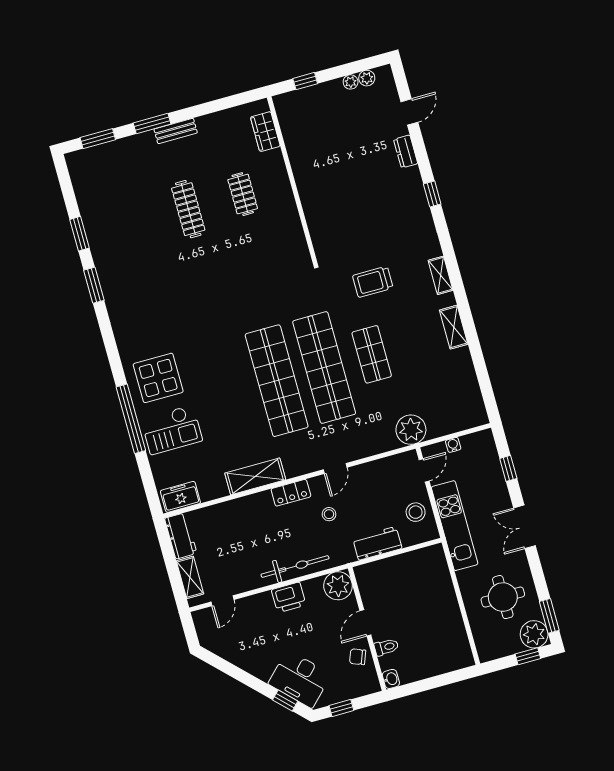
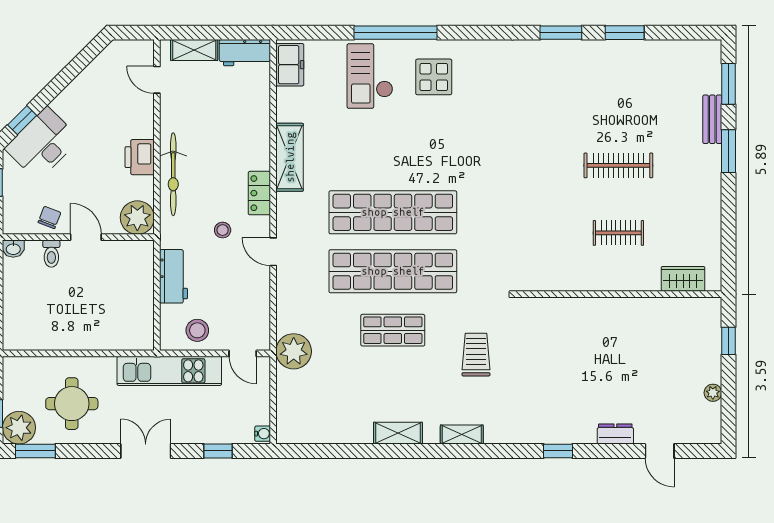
plant: (367, 78) -> (712, 413), removed
bench: (176, 131) -> (712, 119), moved
display table: (158, 378) -> (434, 77), width x0.73, depth x0.73
water cooler: (453, 445) -> (263, 434), moved

